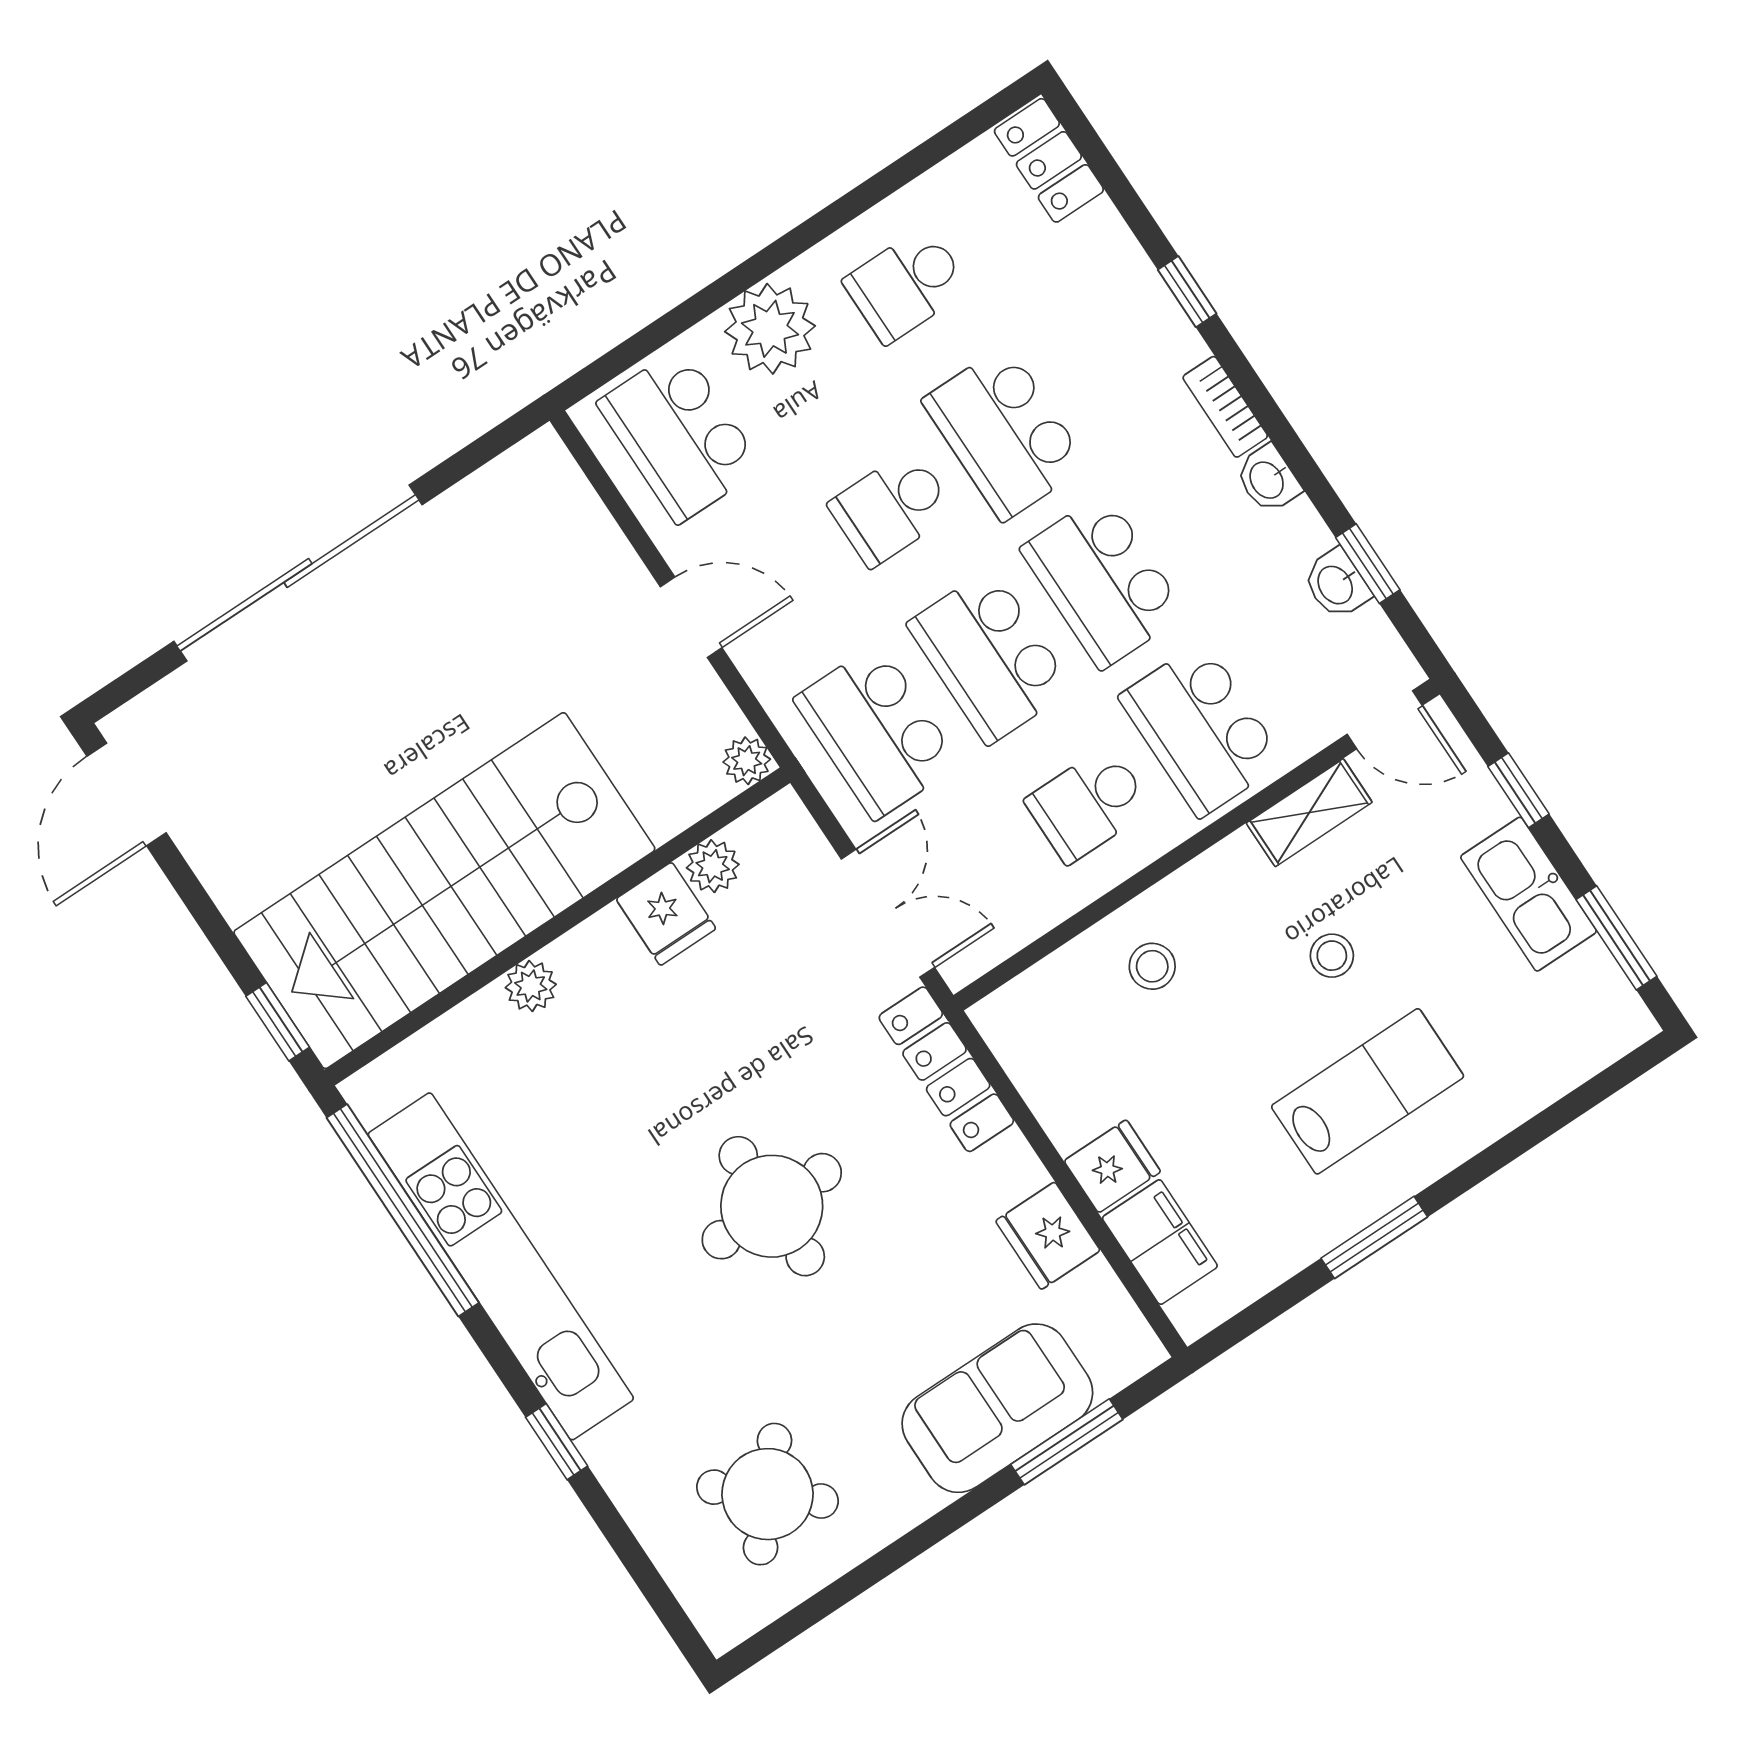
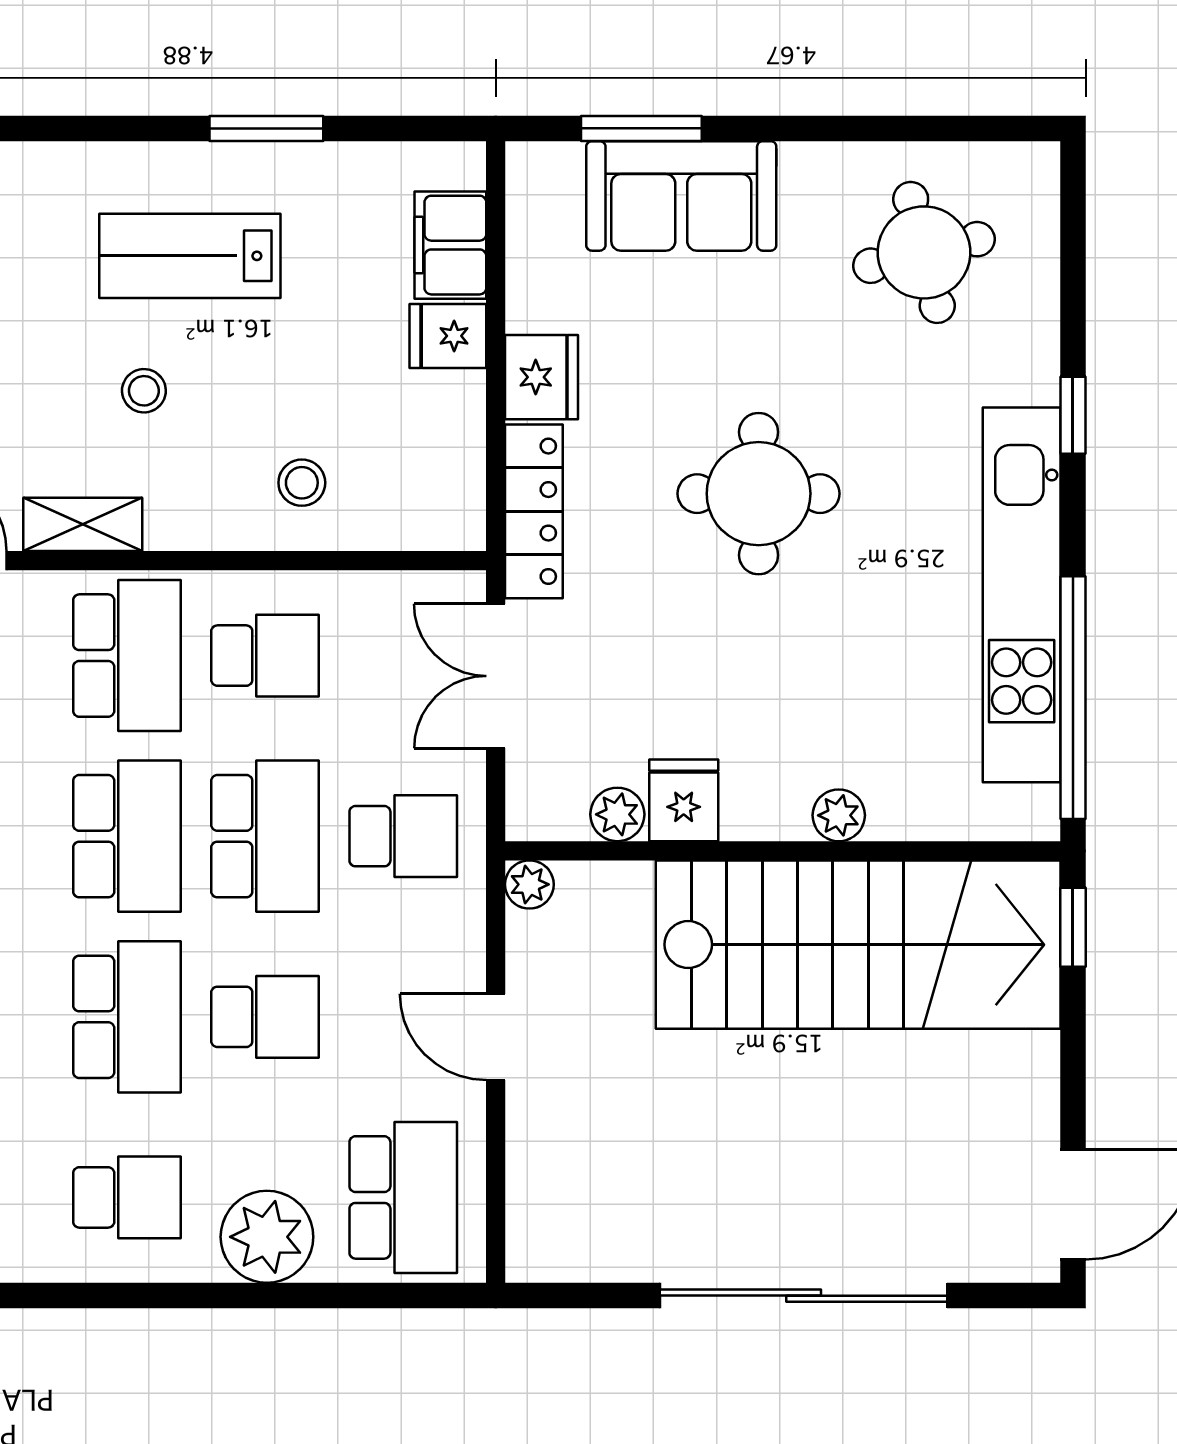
school desk: (877, 732) -> (403, 836), width x0.54
fridge: (1048, 1236) -> (542, 377), moved
round table: (767, 1494) -> (924, 252), turned 35

